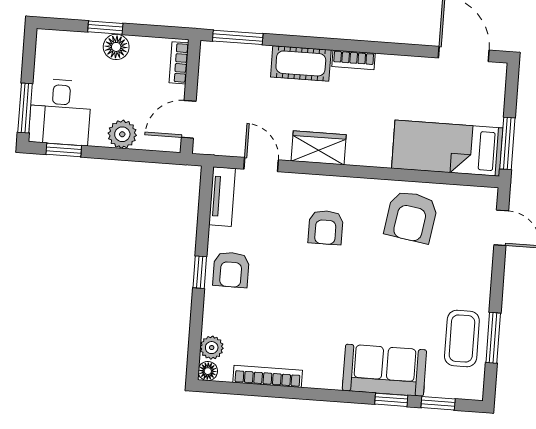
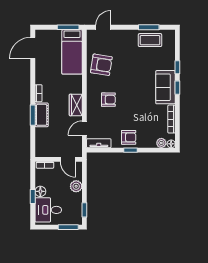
window: (238, 37) -> (33, 115), moved
desk: (60, 112) -> (48, 210), moved, turned 180
sofa: (384, 370) -> (165, 87), moved
window: (438, 403) -> (177, 88), moved

